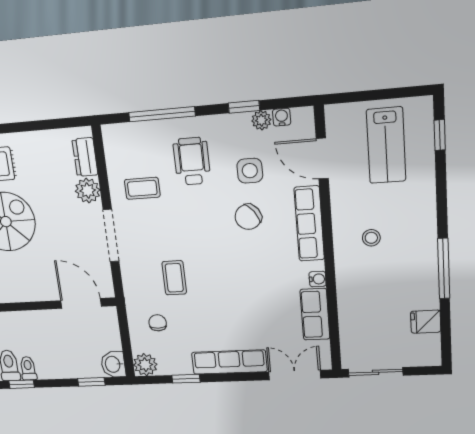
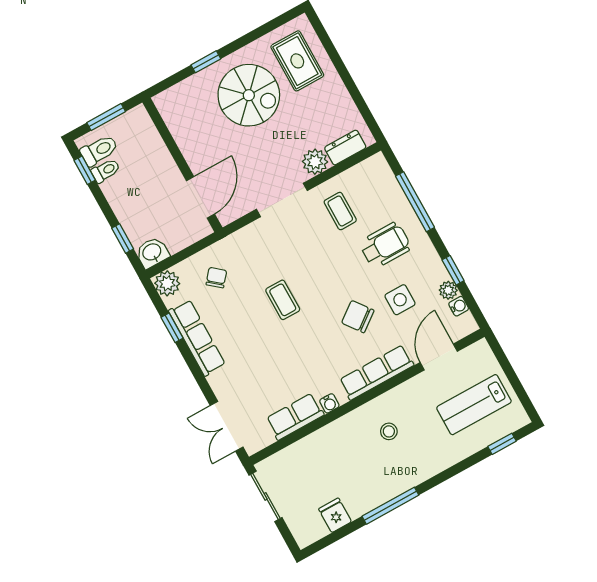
coffee table: (174, 278) -> (283, 300), moved, turned 90
chair: (158, 323) -> (216, 278), turned -50
row of seats: (229, 362) -> (197, 338), moved
double door: (295, 375) -> (227, 426), swing flipped

